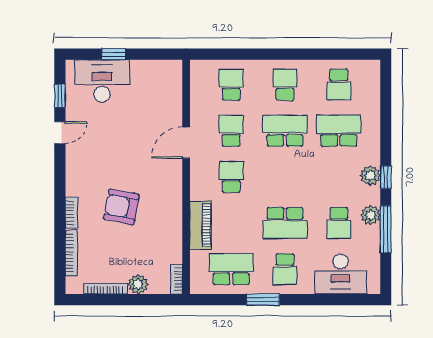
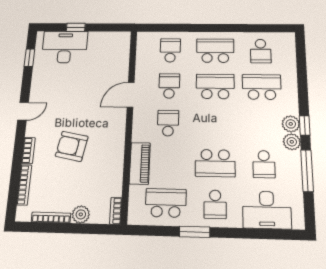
school desk: (285, 85) -> (215, 51), width x1.85
door: (60, 133) -> (23, 111), moved
plant: (371, 215) -> (292, 142), moved

